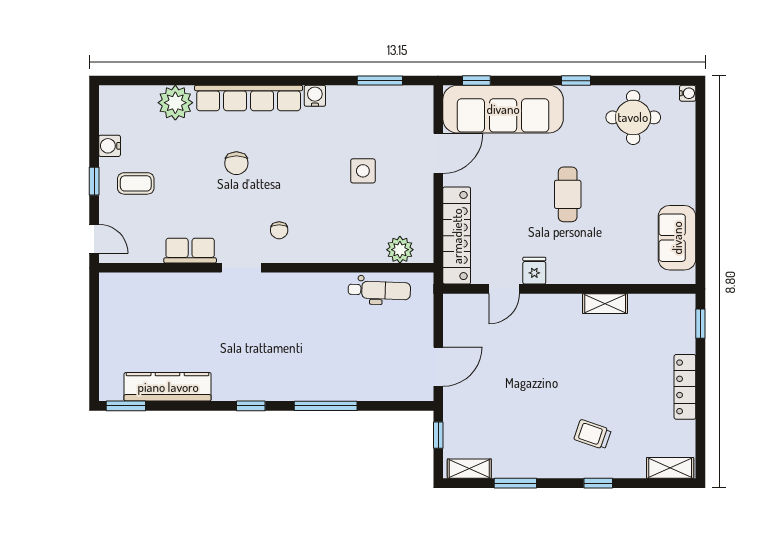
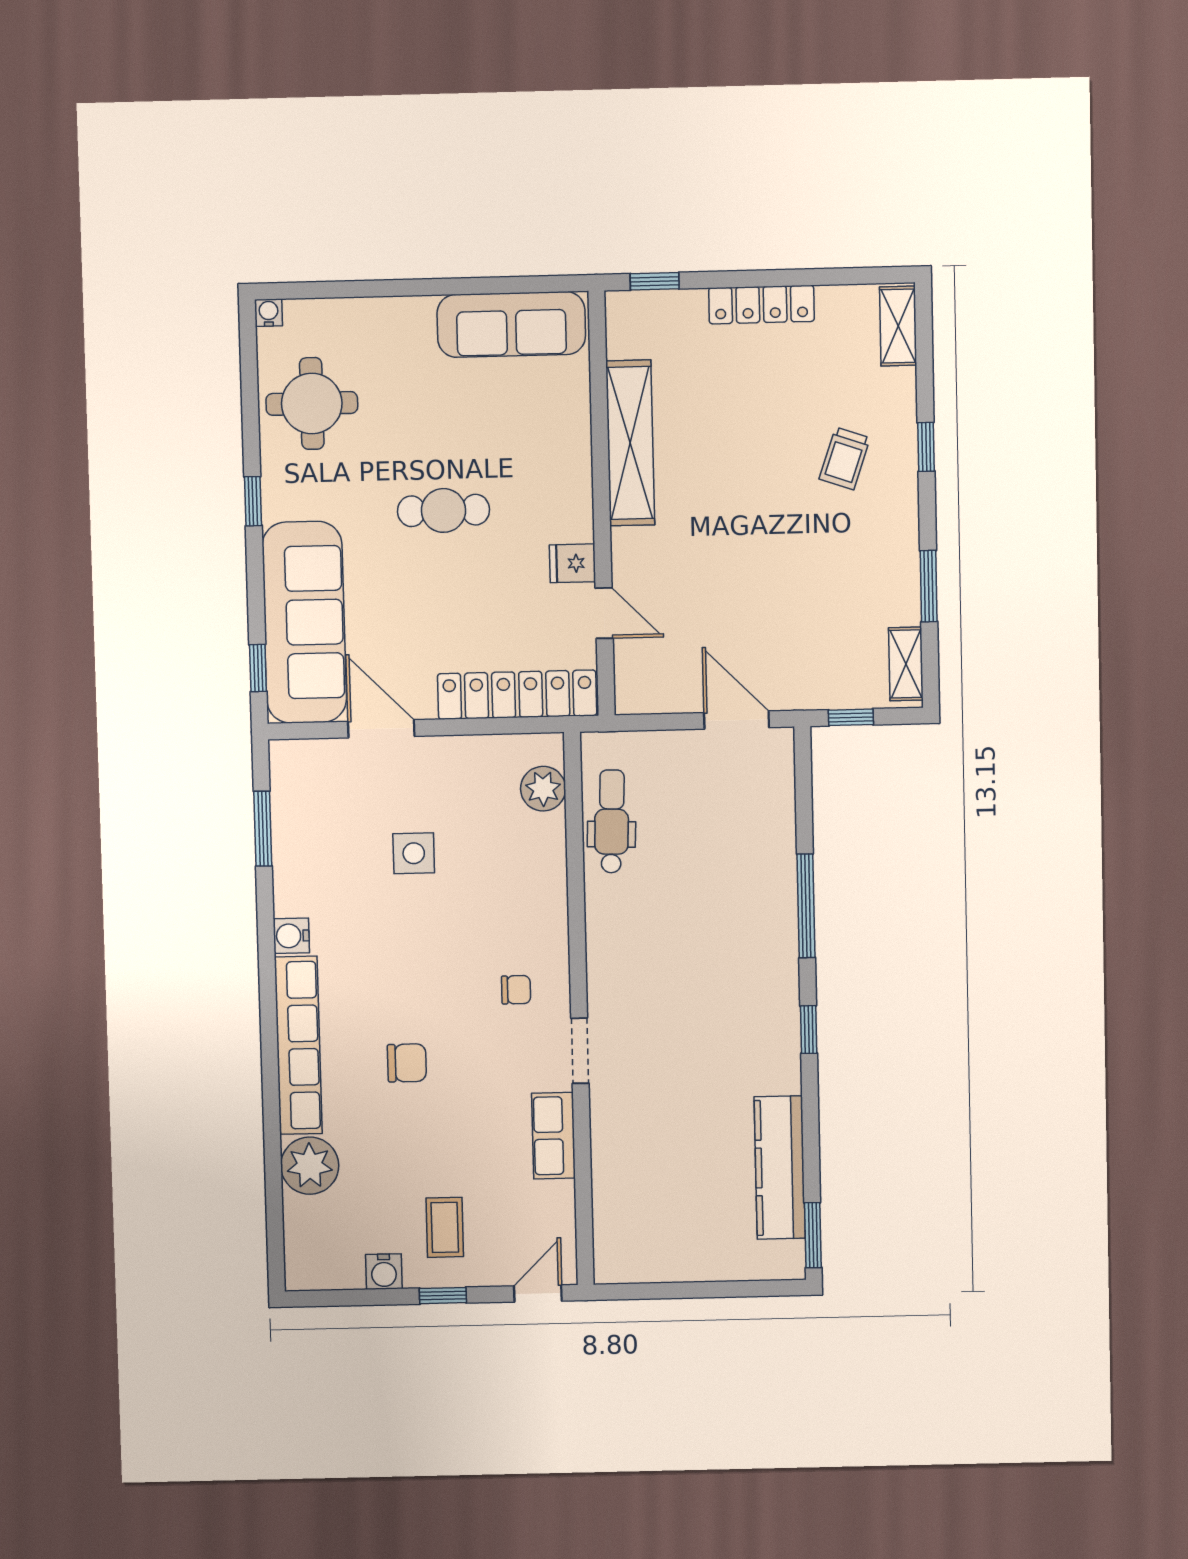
sofa: (677, 238) -> (511, 324), width x1.36
shelving: (605, 304) -> (630, 443), width x2.20, depth x1.33

